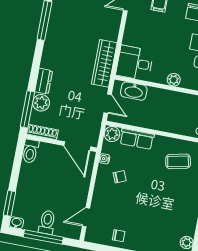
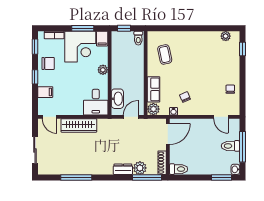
wardrobe: (104, 63) -> (79, 125), moved

